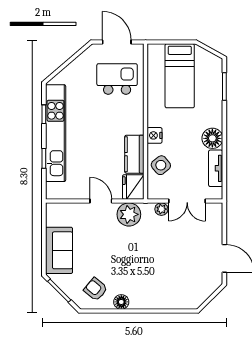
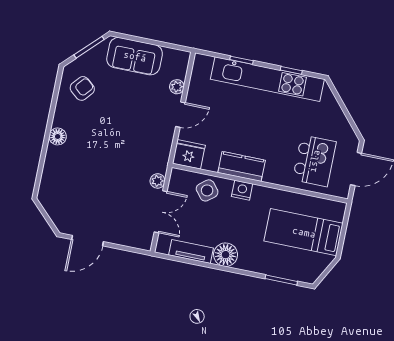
kitchen counter: (134, 154) -> (242, 166), moved
double door: (187, 201) -> (161, 212), swing flipped
plant: (129, 214) -> (177, 87), moved, width x0.53, depth x0.53
floor lamp: (121, 302) -> (58, 136), moved

